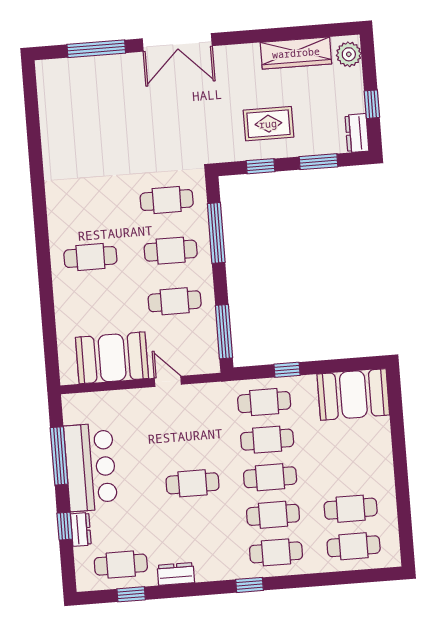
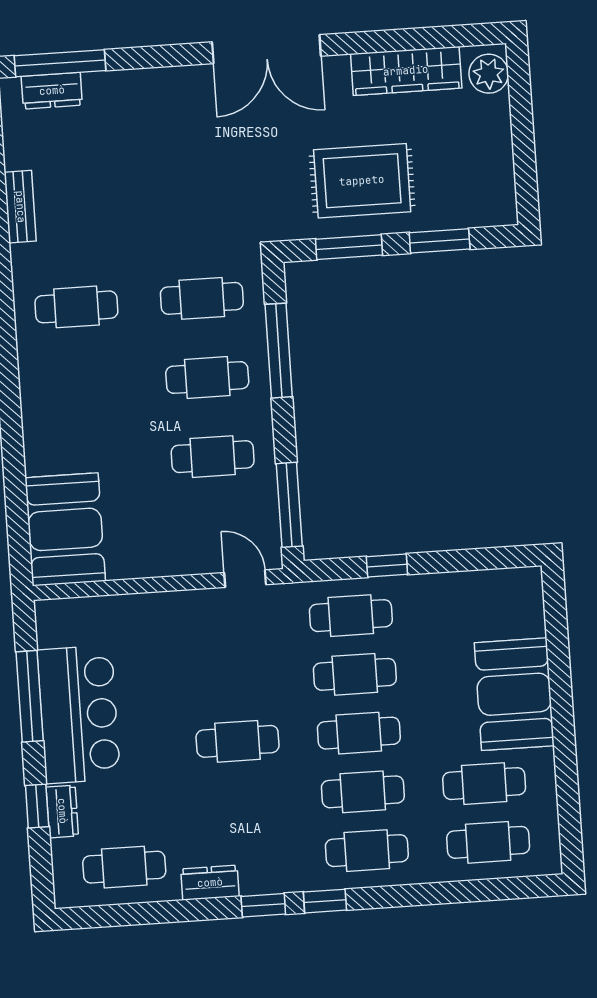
double door: (177, 42) -> (266, 49), moved
window: (96, 49) -> (60, 63), moved
window: (372, 104) -> (524, 152), removed
rug: (268, 124) -> (362, 181), width x1.36, depth x1.43
dresser: (357, 133) -> (52, 91), moved, turned -90
bench: (50, 143) -> (20, 207), added
window: (261, 166) -> (349, 247), width x1.50
cafe table: (90, 257) -> (76, 307), moved
booth: (112, 358) -> (65, 529), moved, turned 90
door: (168, 381) -> (245, 579), moved
booth: (353, 395) -> (514, 694), moved, turned 90
window: (131, 594) -> (263, 905), moved

